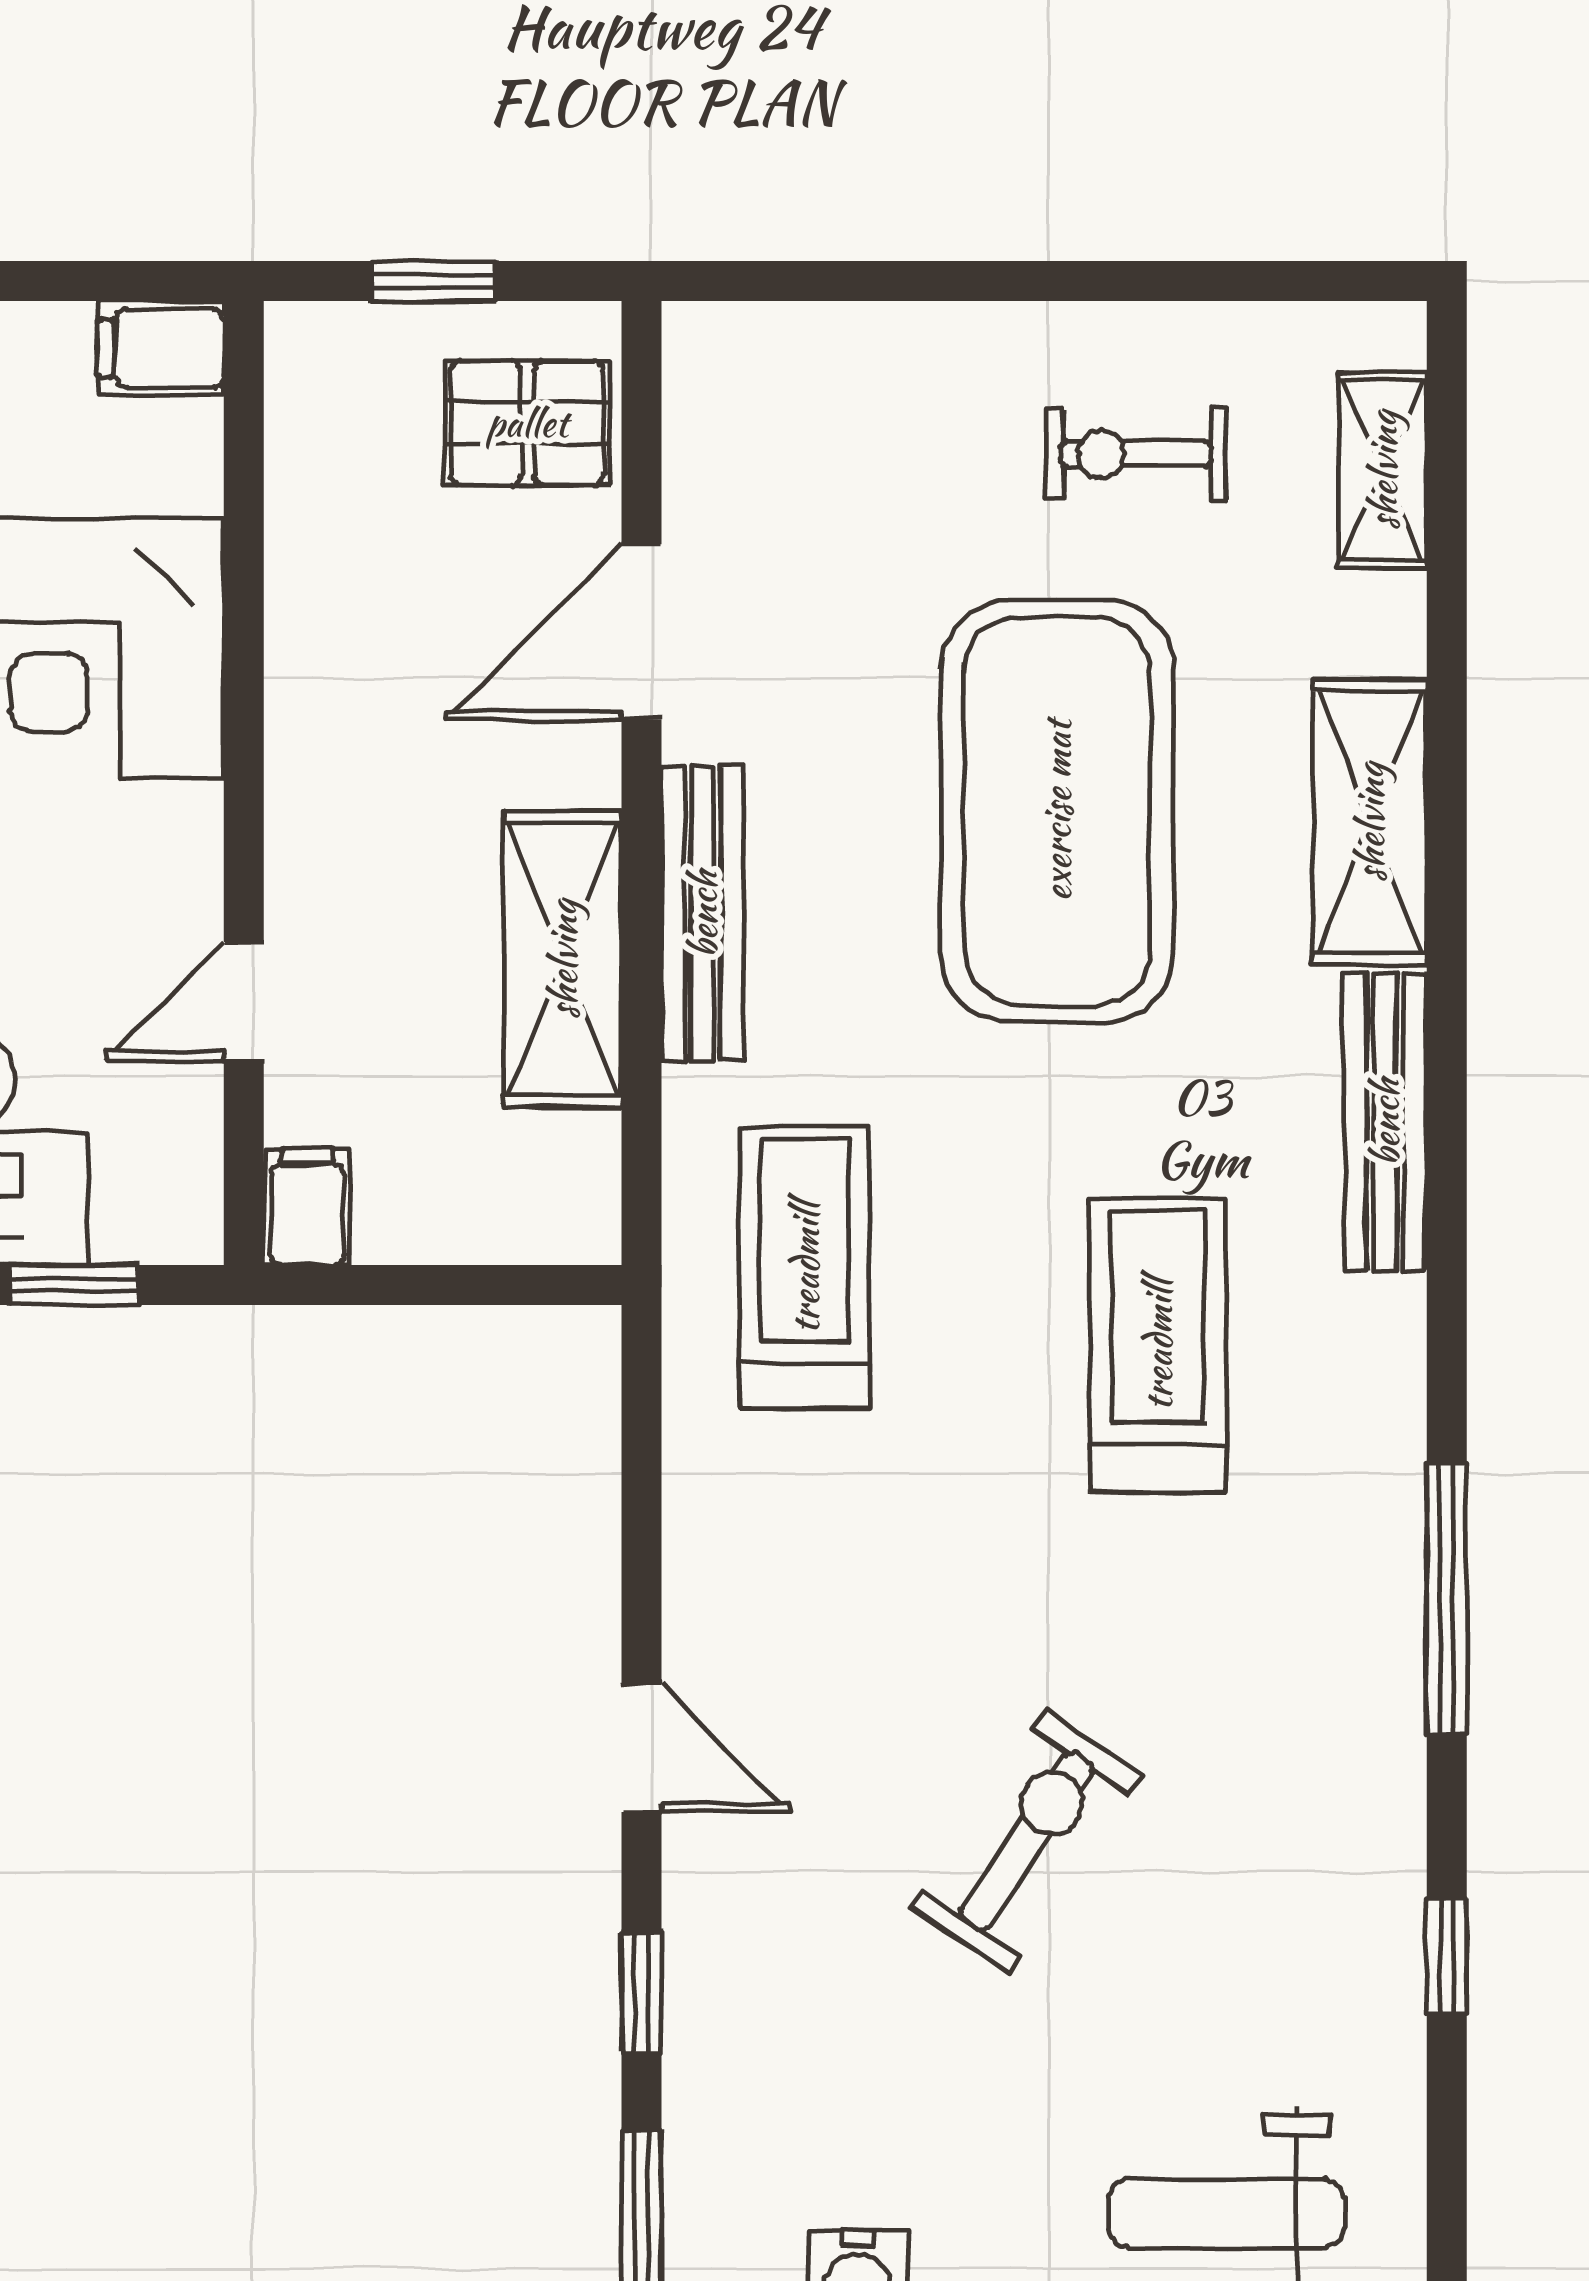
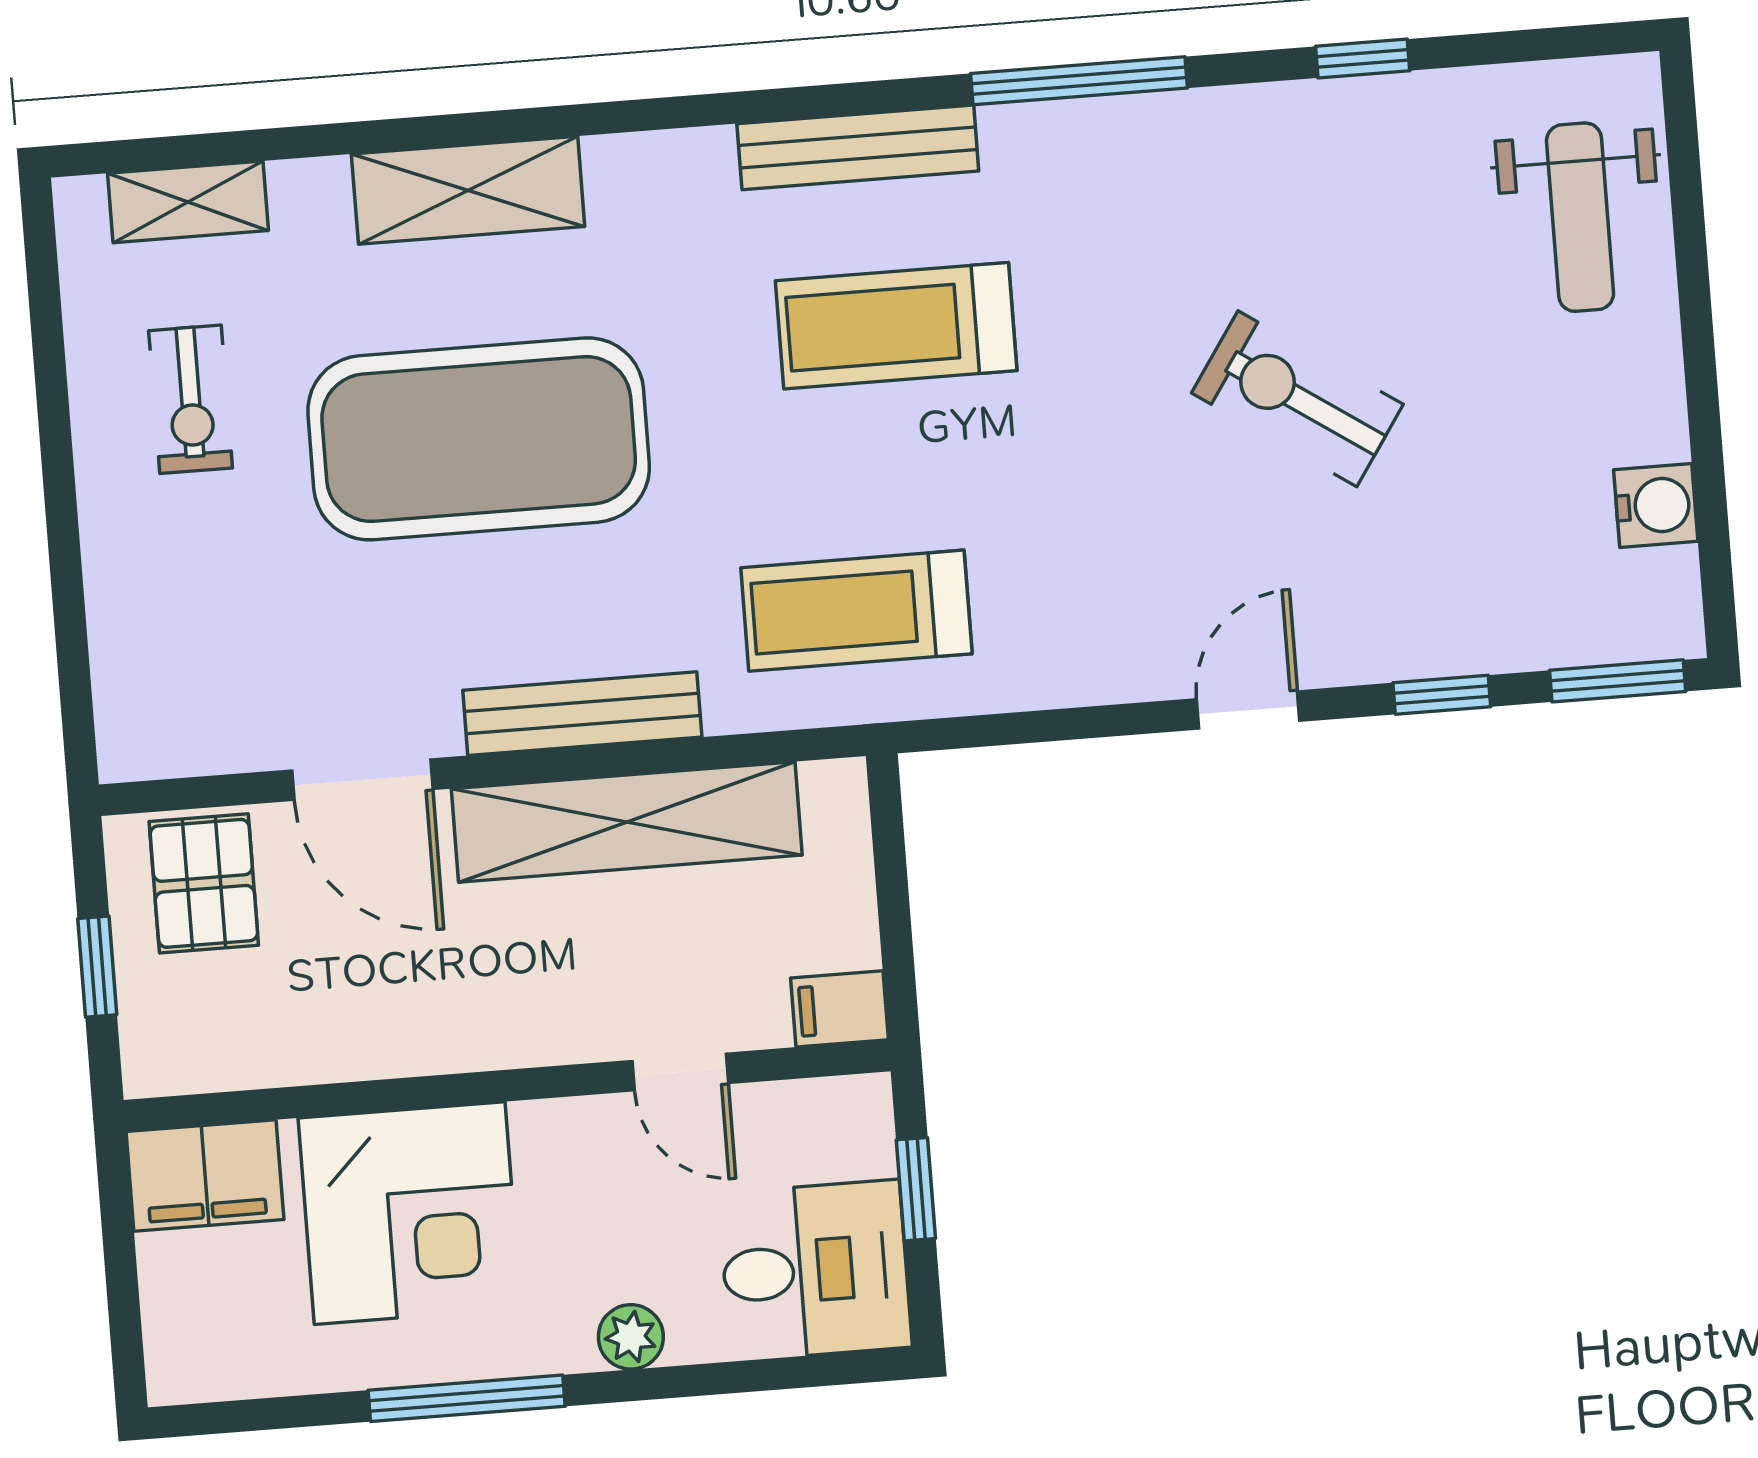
filing cabinet: (161, 348) -> (205, 1176), width x2.00
shelving: (563, 959) -> (627, 822), width x1.47
bench: (1385, 1122) -> (858, 147), moved

